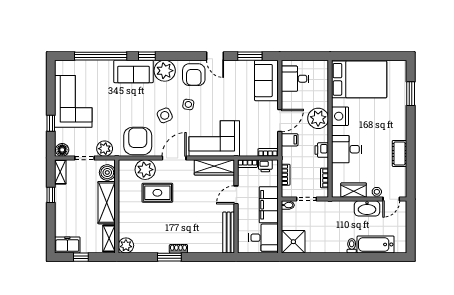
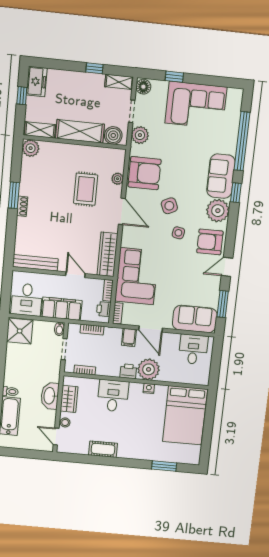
nightstand: (340, 116) -> (149, 388), width x0.53, depth x0.56
corner sofa: (214, 138) -> (137, 276), moved
printer: (322, 150) -> (128, 371), moved
plant: (145, 170) -> (117, 179), width x0.53, depth x0.53
washbasin: (367, 208) -> (50, 396), moved

